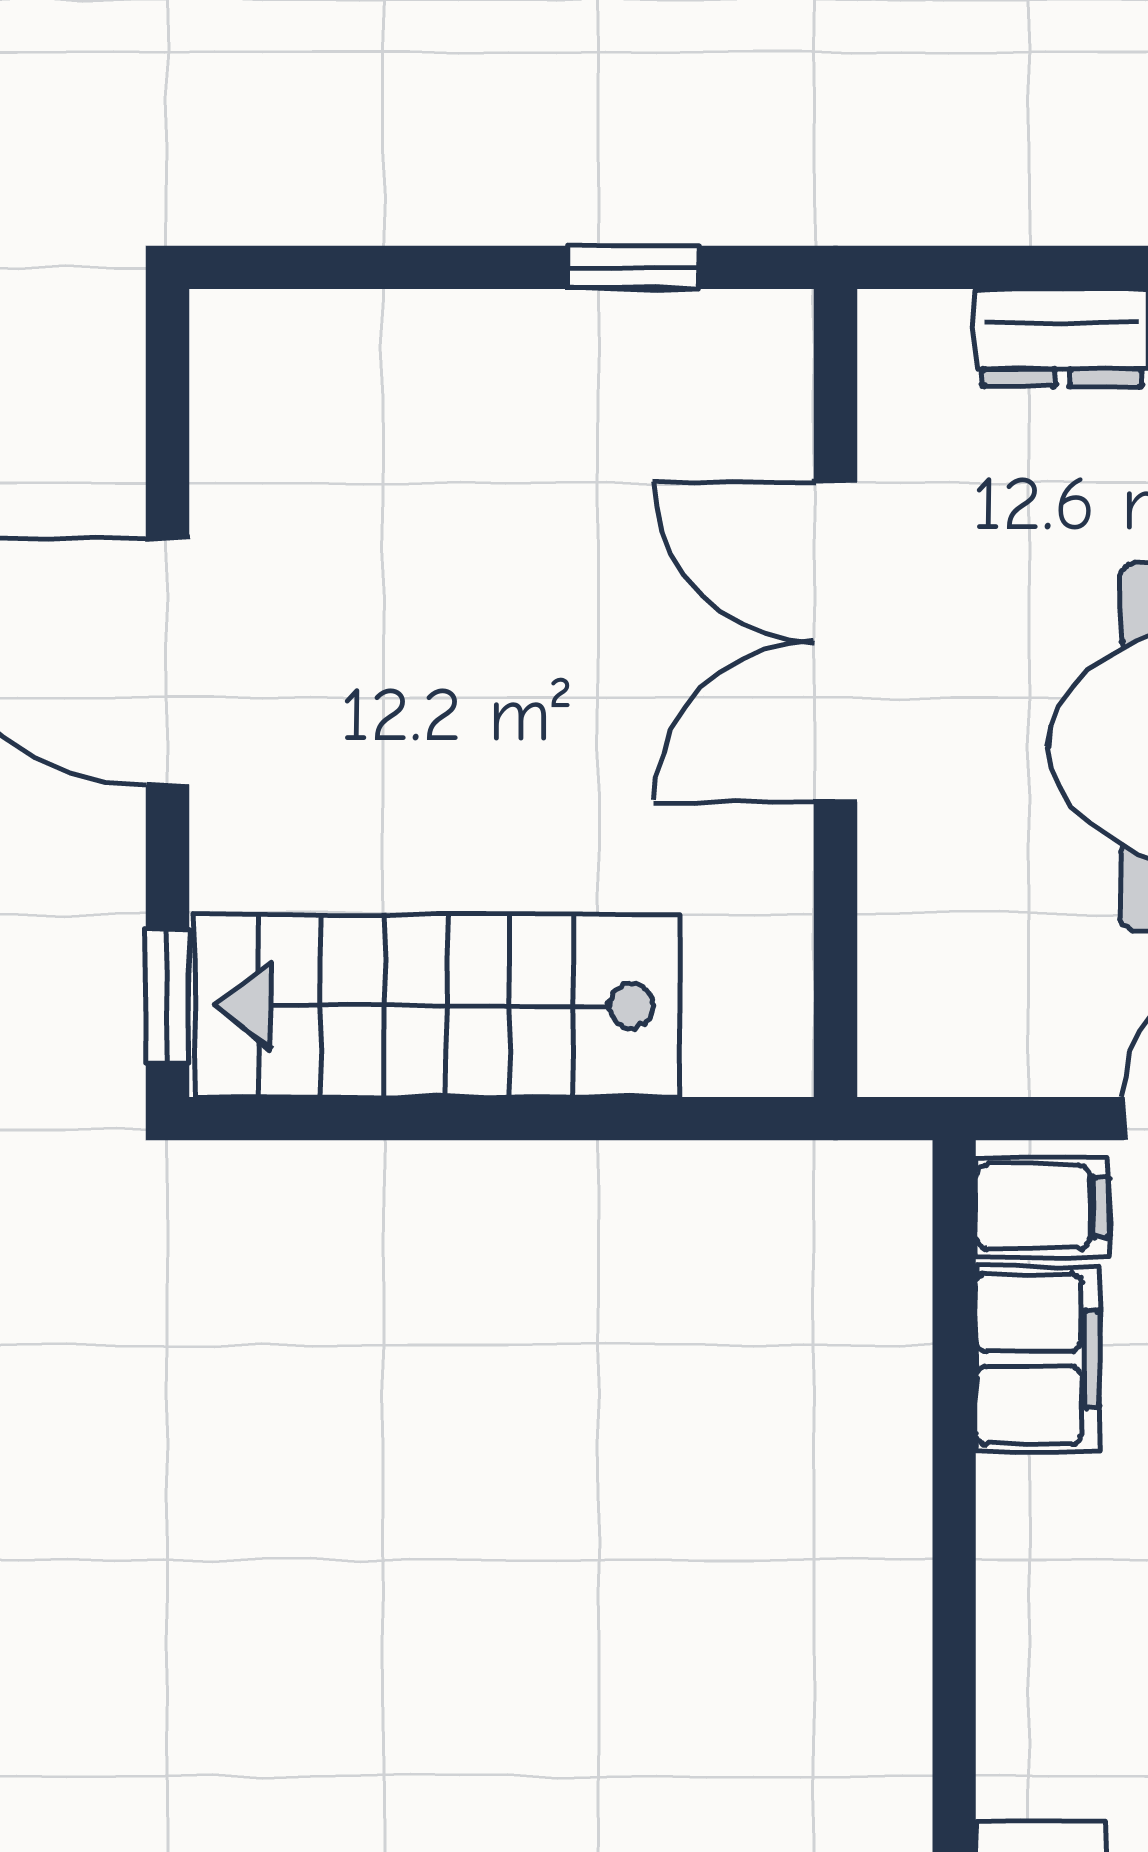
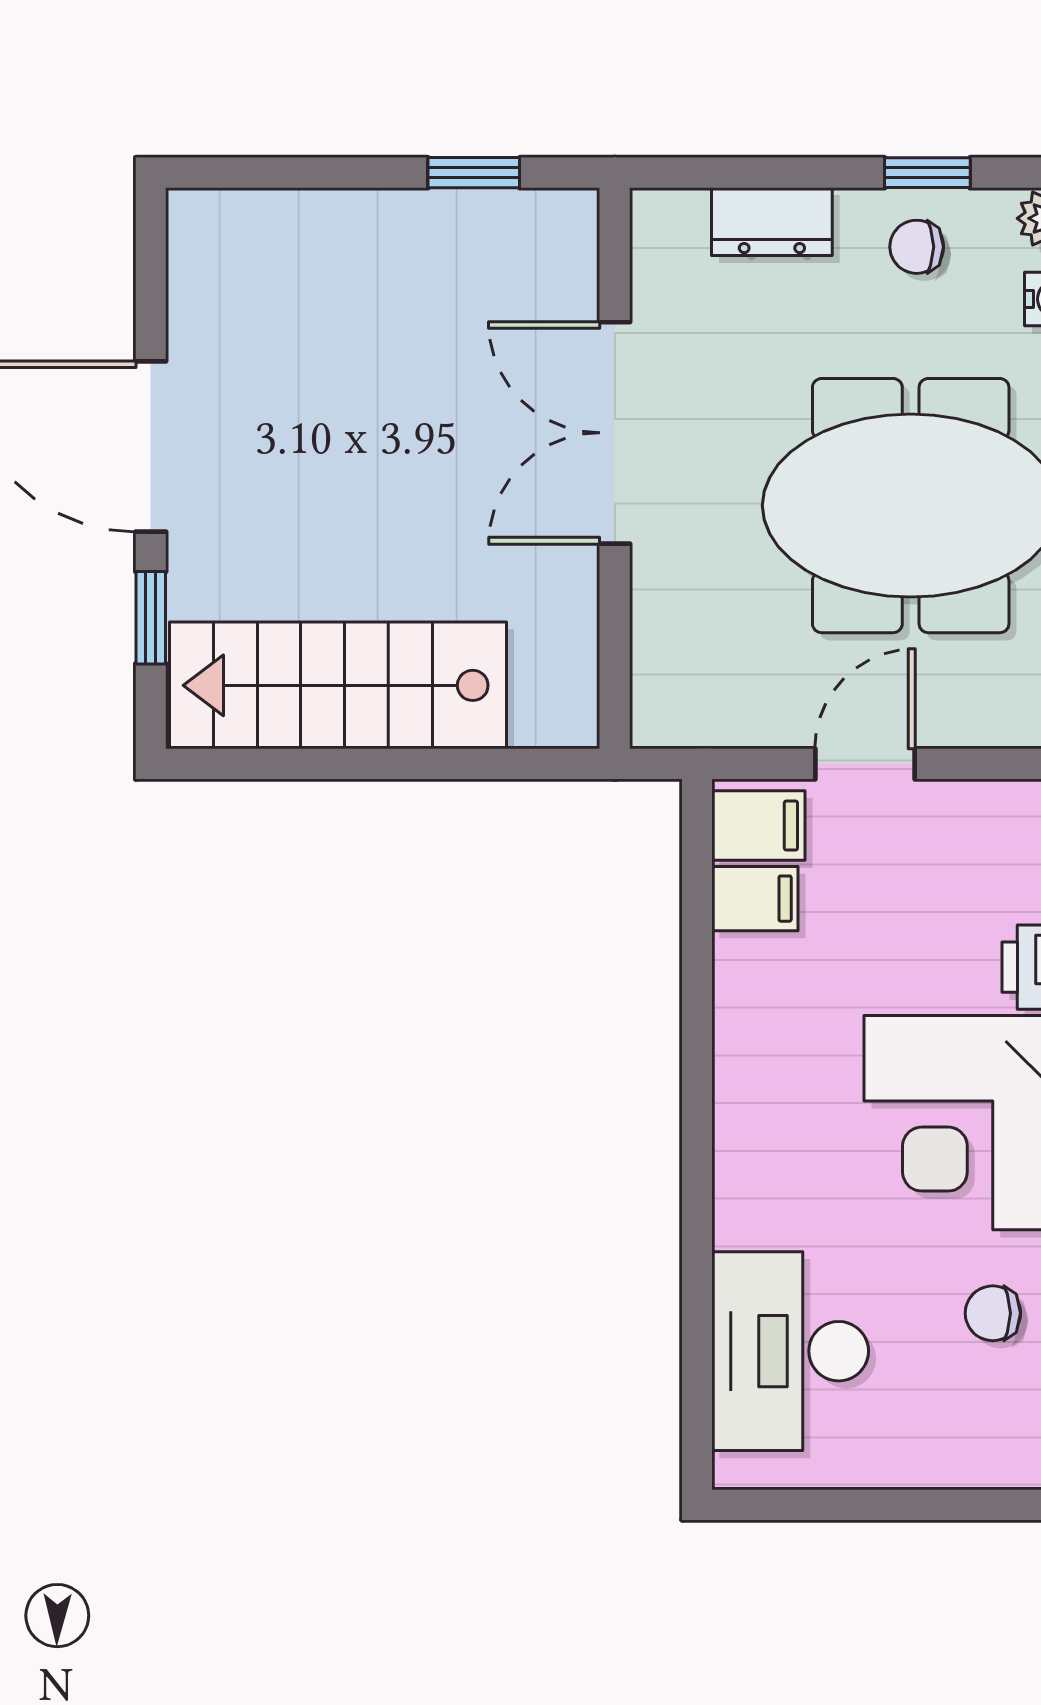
window: (167, 997) -> (151, 618), moved
filing cabinet: (1037, 1359) -> (755, 899), width x0.50

